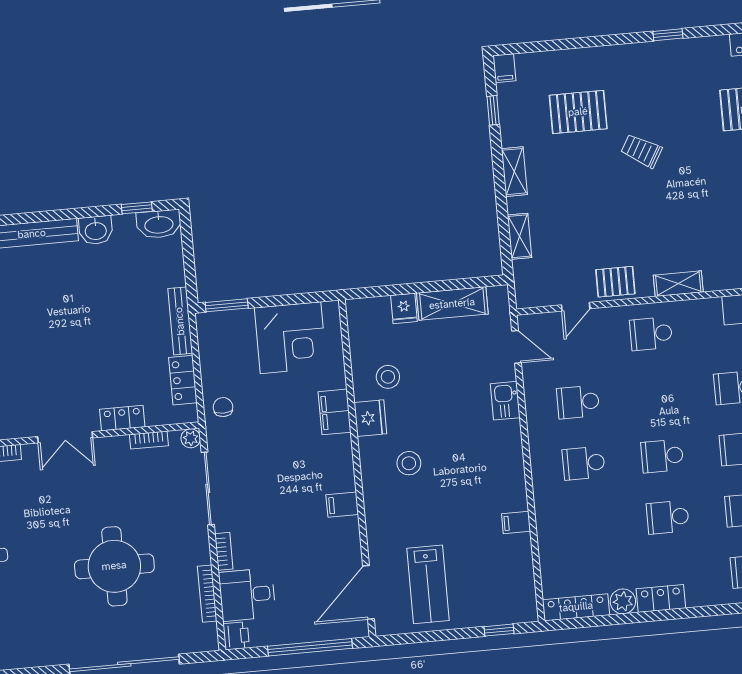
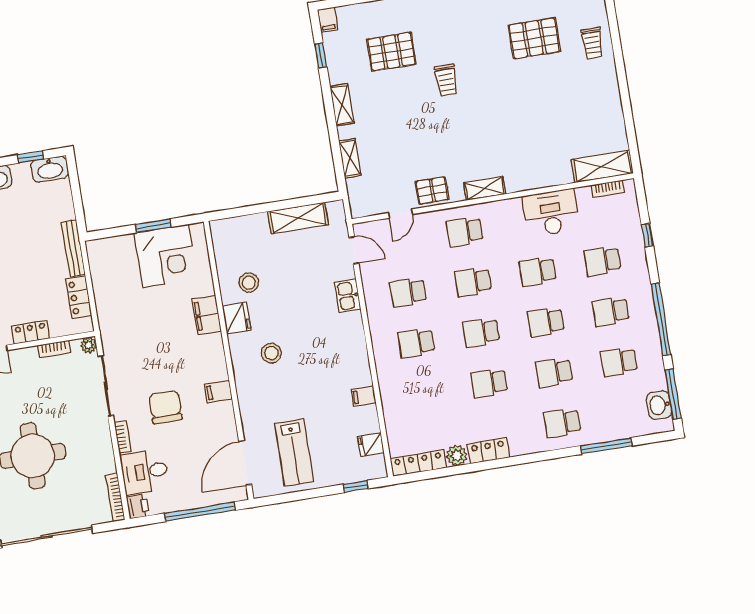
trolley: (641, 151) -> (446, 80), turned -120
window: (227, 305) -> (153, 226), moved
fridge: (404, 308) -> (371, 445), moved, turned 90
school desk: (657, 395) -> (473, 282), added
chair: (223, 407) -> (165, 407), moved, width x1.87, depth x1.87
bookcase: (207, 594) -> (115, 498), moved

